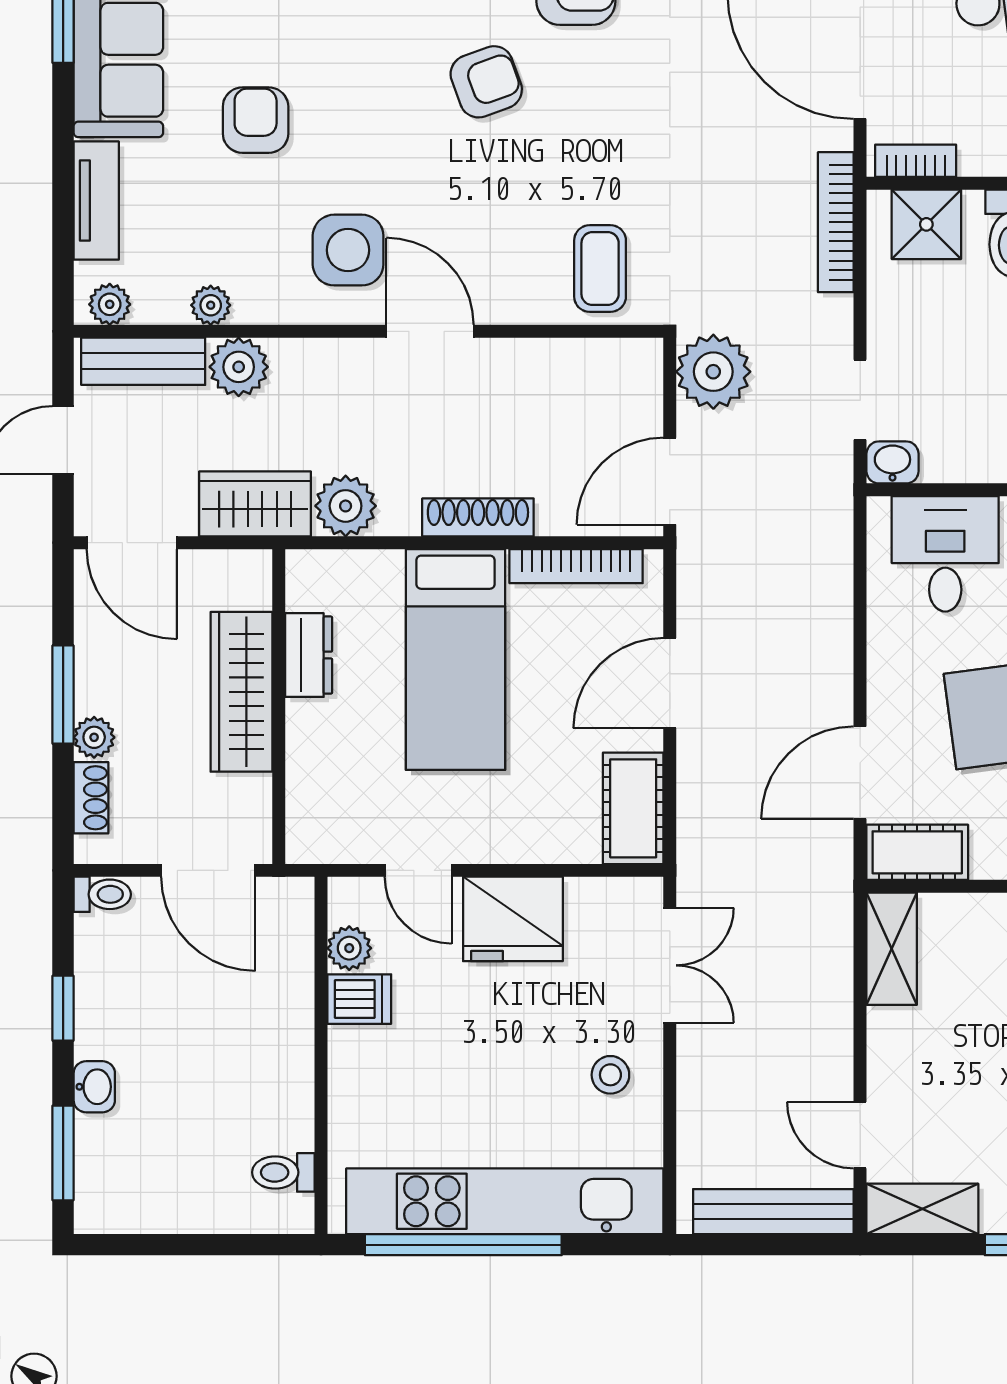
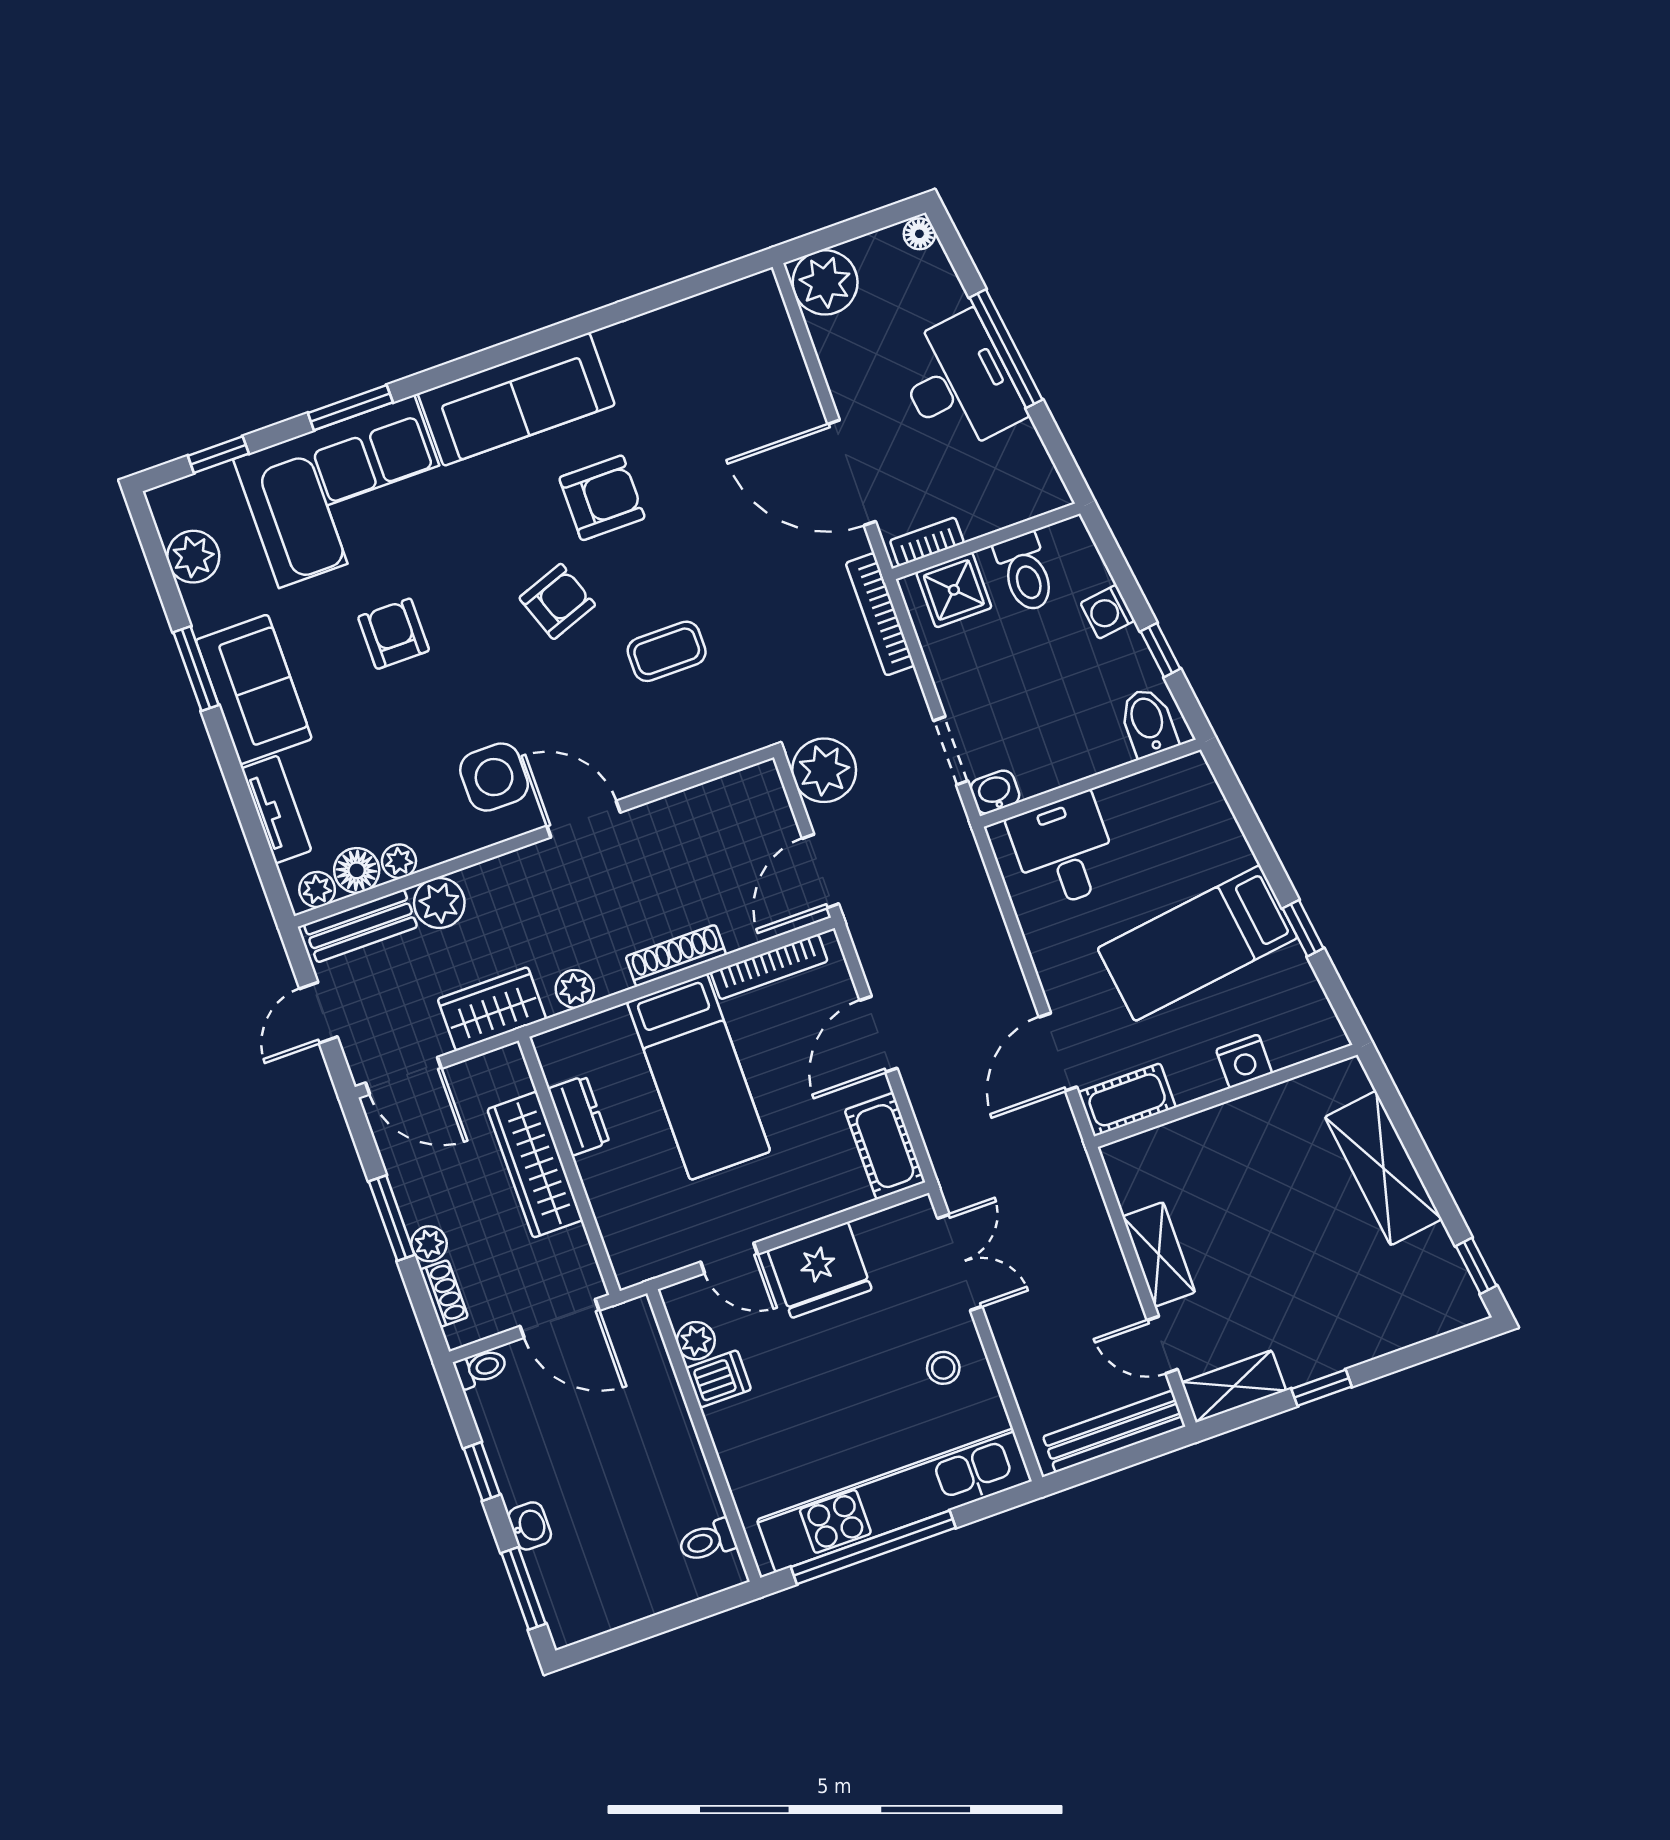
armchair: (256, 120) -> (394, 634), moved
coffee table: (600, 269) -> (667, 651), moved, turned 90
floor lamp: (161, 299) -> (357, 870), added
plant: (346, 506) -> (575, 989), width x0.73, depth x0.73
shelving: (892, 949) -> (1159, 1254), moved

